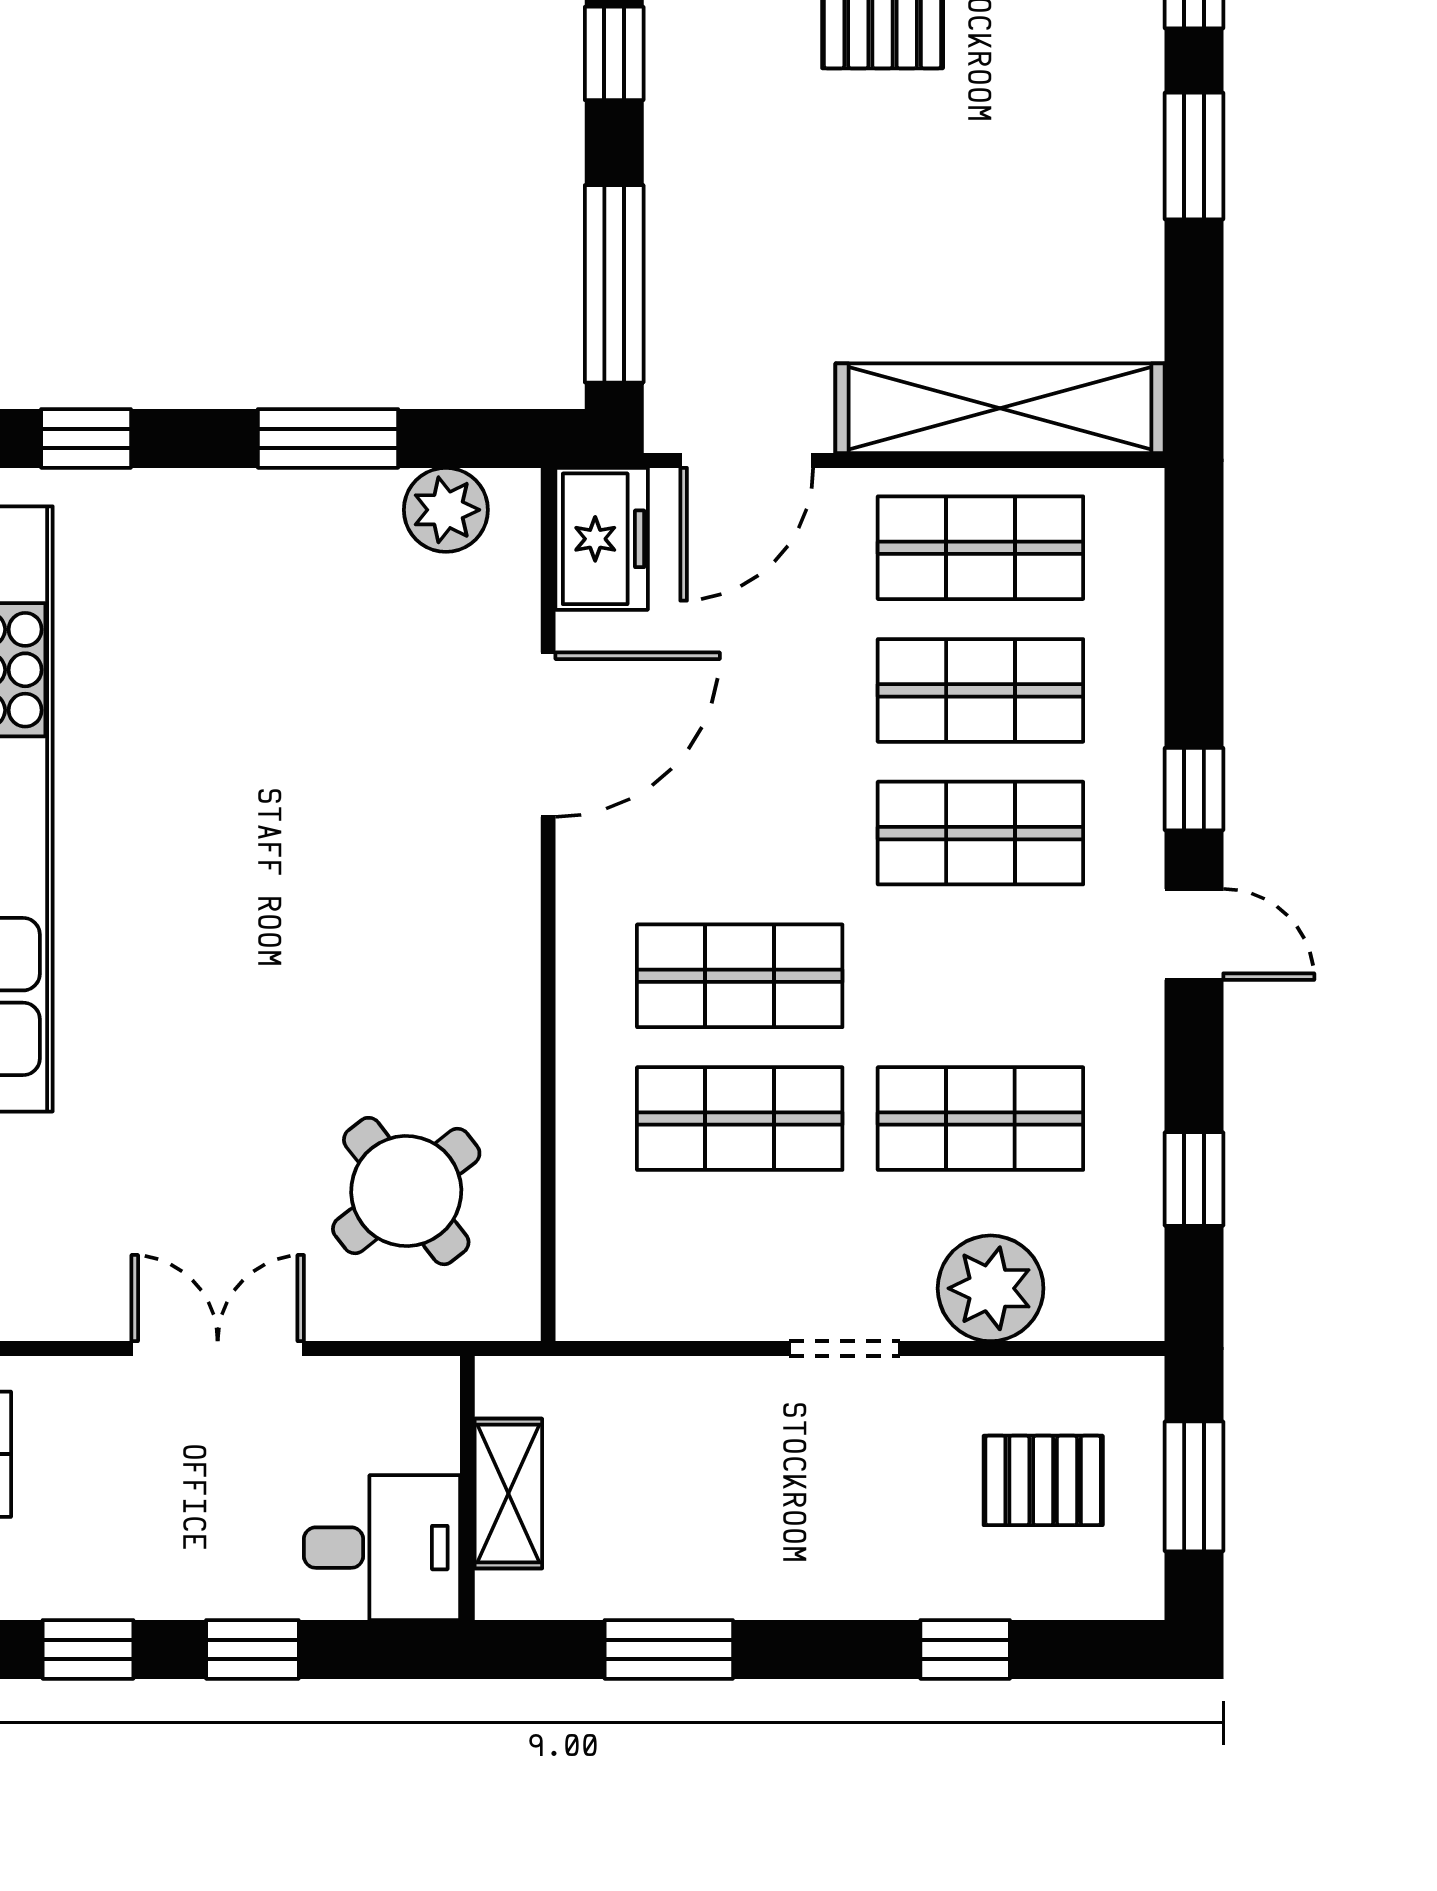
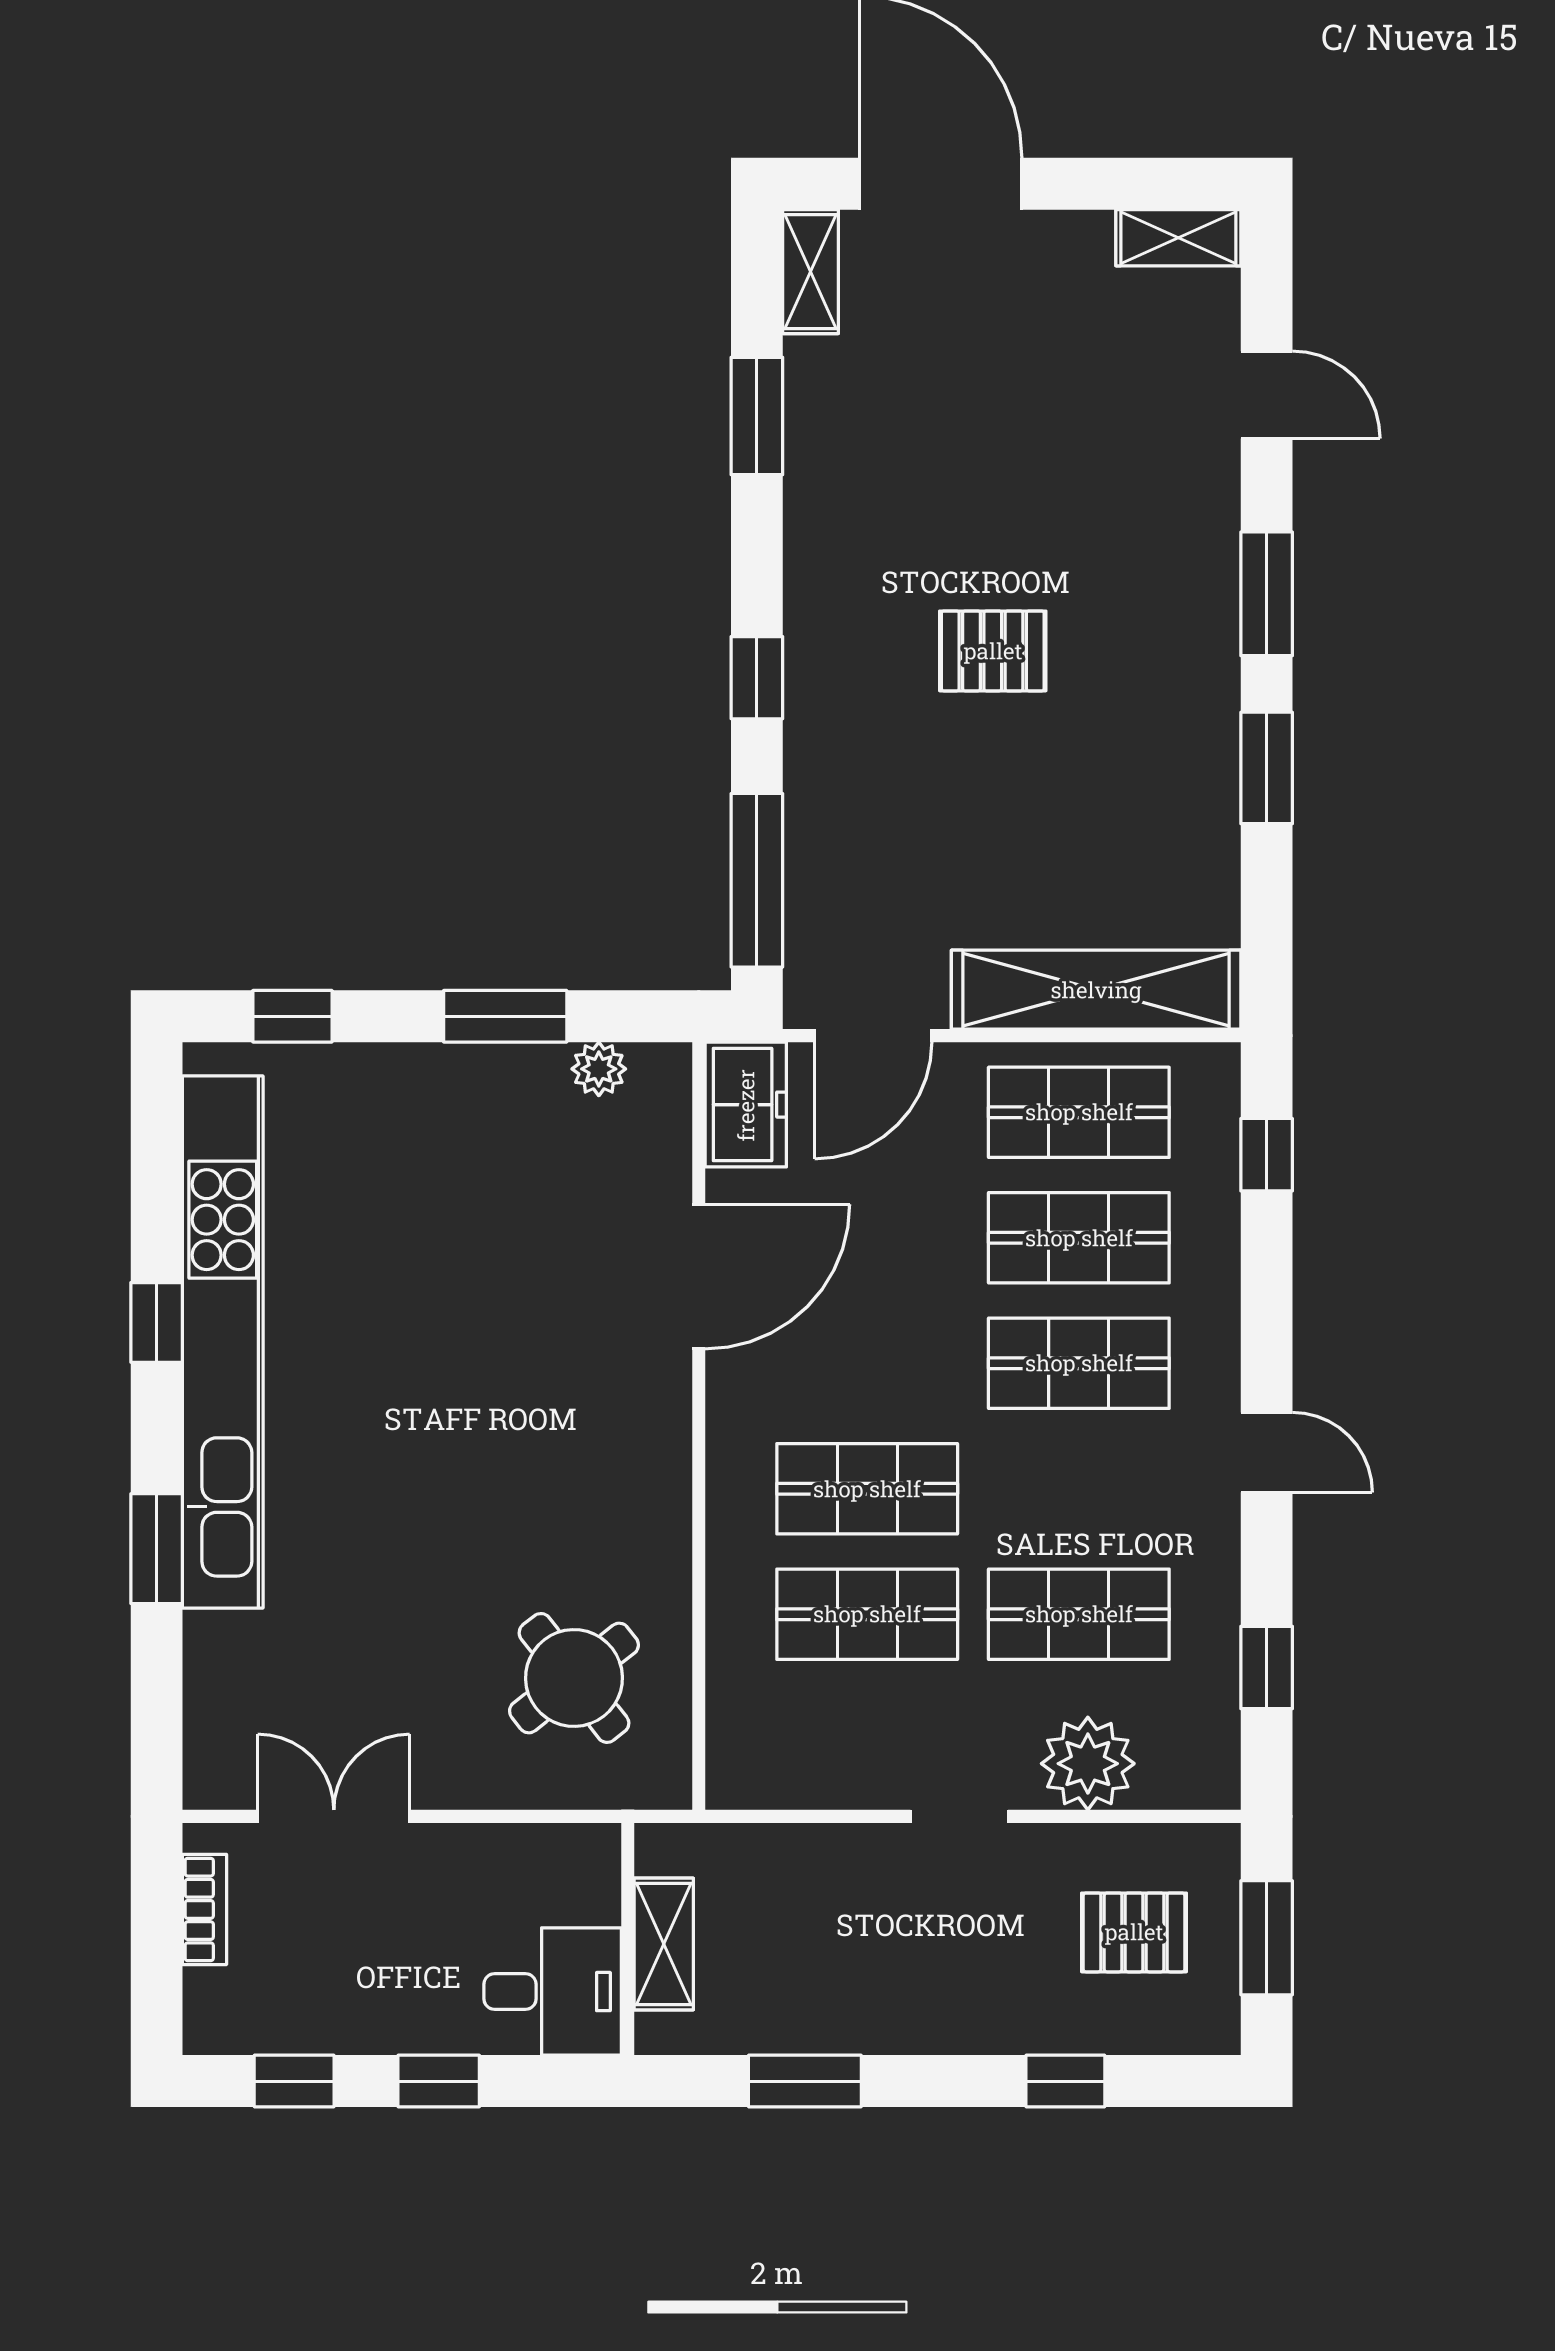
plant: (446, 510) -> (599, 1069), width x0.73, depth x0.73
window: (1194, 789) -> (1267, 1155), moved
double door: (218, 1348) -> (334, 1816), moved

